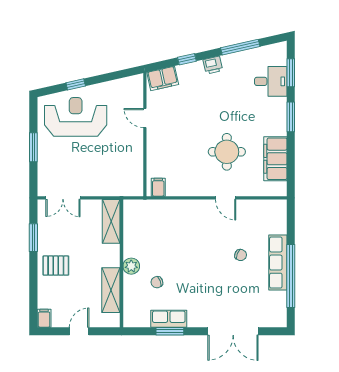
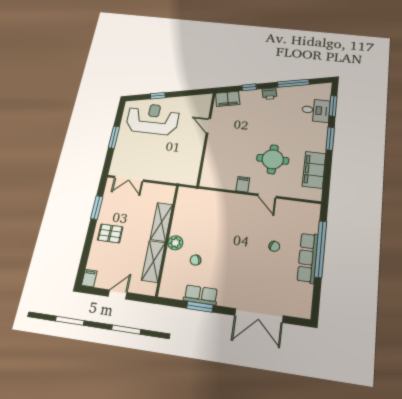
filing cabinet: (158, 187) -> (243, 184), moved
shelving: (111, 221) -> (161, 222), moved
window: (291, 276) -> (321, 249), moved

